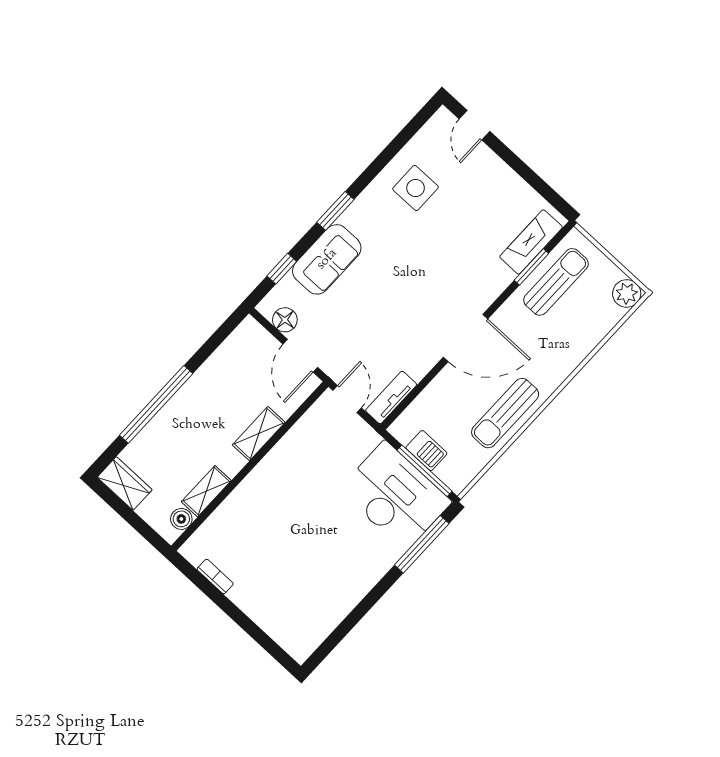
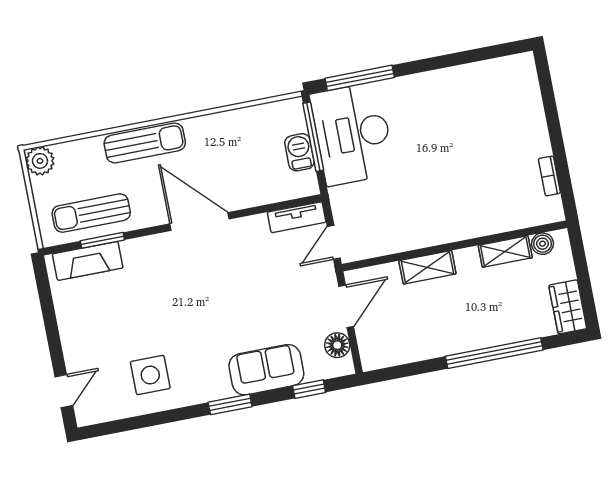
sun lounger: (505, 413) -> (145, 143), moved

